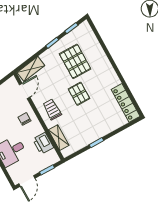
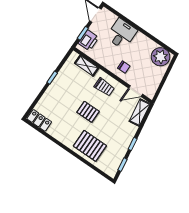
pallet: (75, 61) -> (90, 146), moved
door: (25, 91) -> (136, 91), hinge flipped
locker: (126, 103) -> (39, 120), width x0.66
printer: (43, 143) -> (89, 40), moved, turned 90

